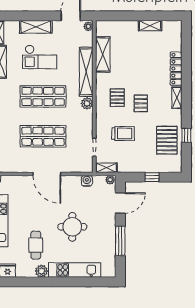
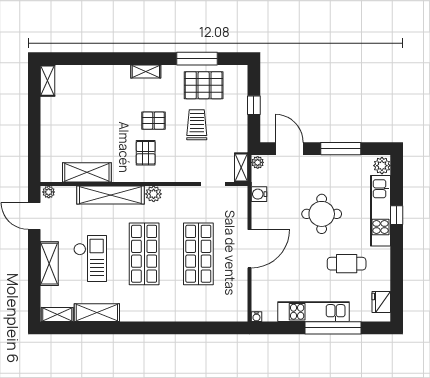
shelving: (150, 26) -> (48, 81), moved
locker: (176, 69) -> (106, 73), removed
pallet: (117, 98) -> (146, 153), turned 90
trolley: (123, 133) -> (197, 125), moved
window: (186, 135) -> (197, 59), width x2.17
plant: (41, 271) -> (382, 166), moved
window: (71, 282) -> (397, 215), added

